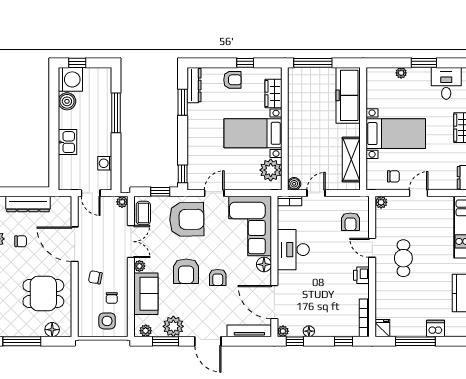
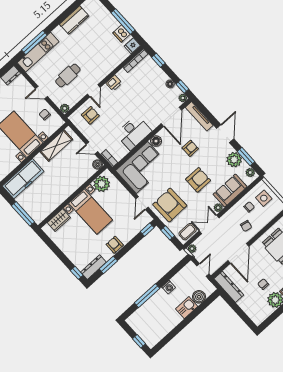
window: (245, 63) -> (77, 273), moved
washing machine: (70, 79) -> (151, 337), removed
armchair: (232, 80) -> (115, 245), moved
boiler: (67, 101) -> (199, 297), moved
washing machine: (105, 163) -> (169, 287), moved
door: (214, 193) -> (142, 203), hinge flipped
dresser: (28, 204) -> (229, 287), moved
cafe table: (403, 258) -> (68, 75), moved
armchair: (218, 277) -> (190, 148), moved
dishwasher: (435, 328) -> (122, 34), moved

